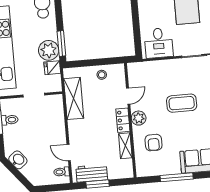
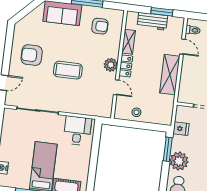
plant: (49, 50) -> (179, 161), moved
door: (128, 96) -> (116, 87), swing flipped
shelving: (74, 98) -> (170, 75), moved
armchair: (154, 143) -> (100, 26), moved, turned 90
workbench: (92, 173) -> (152, 21), moved

